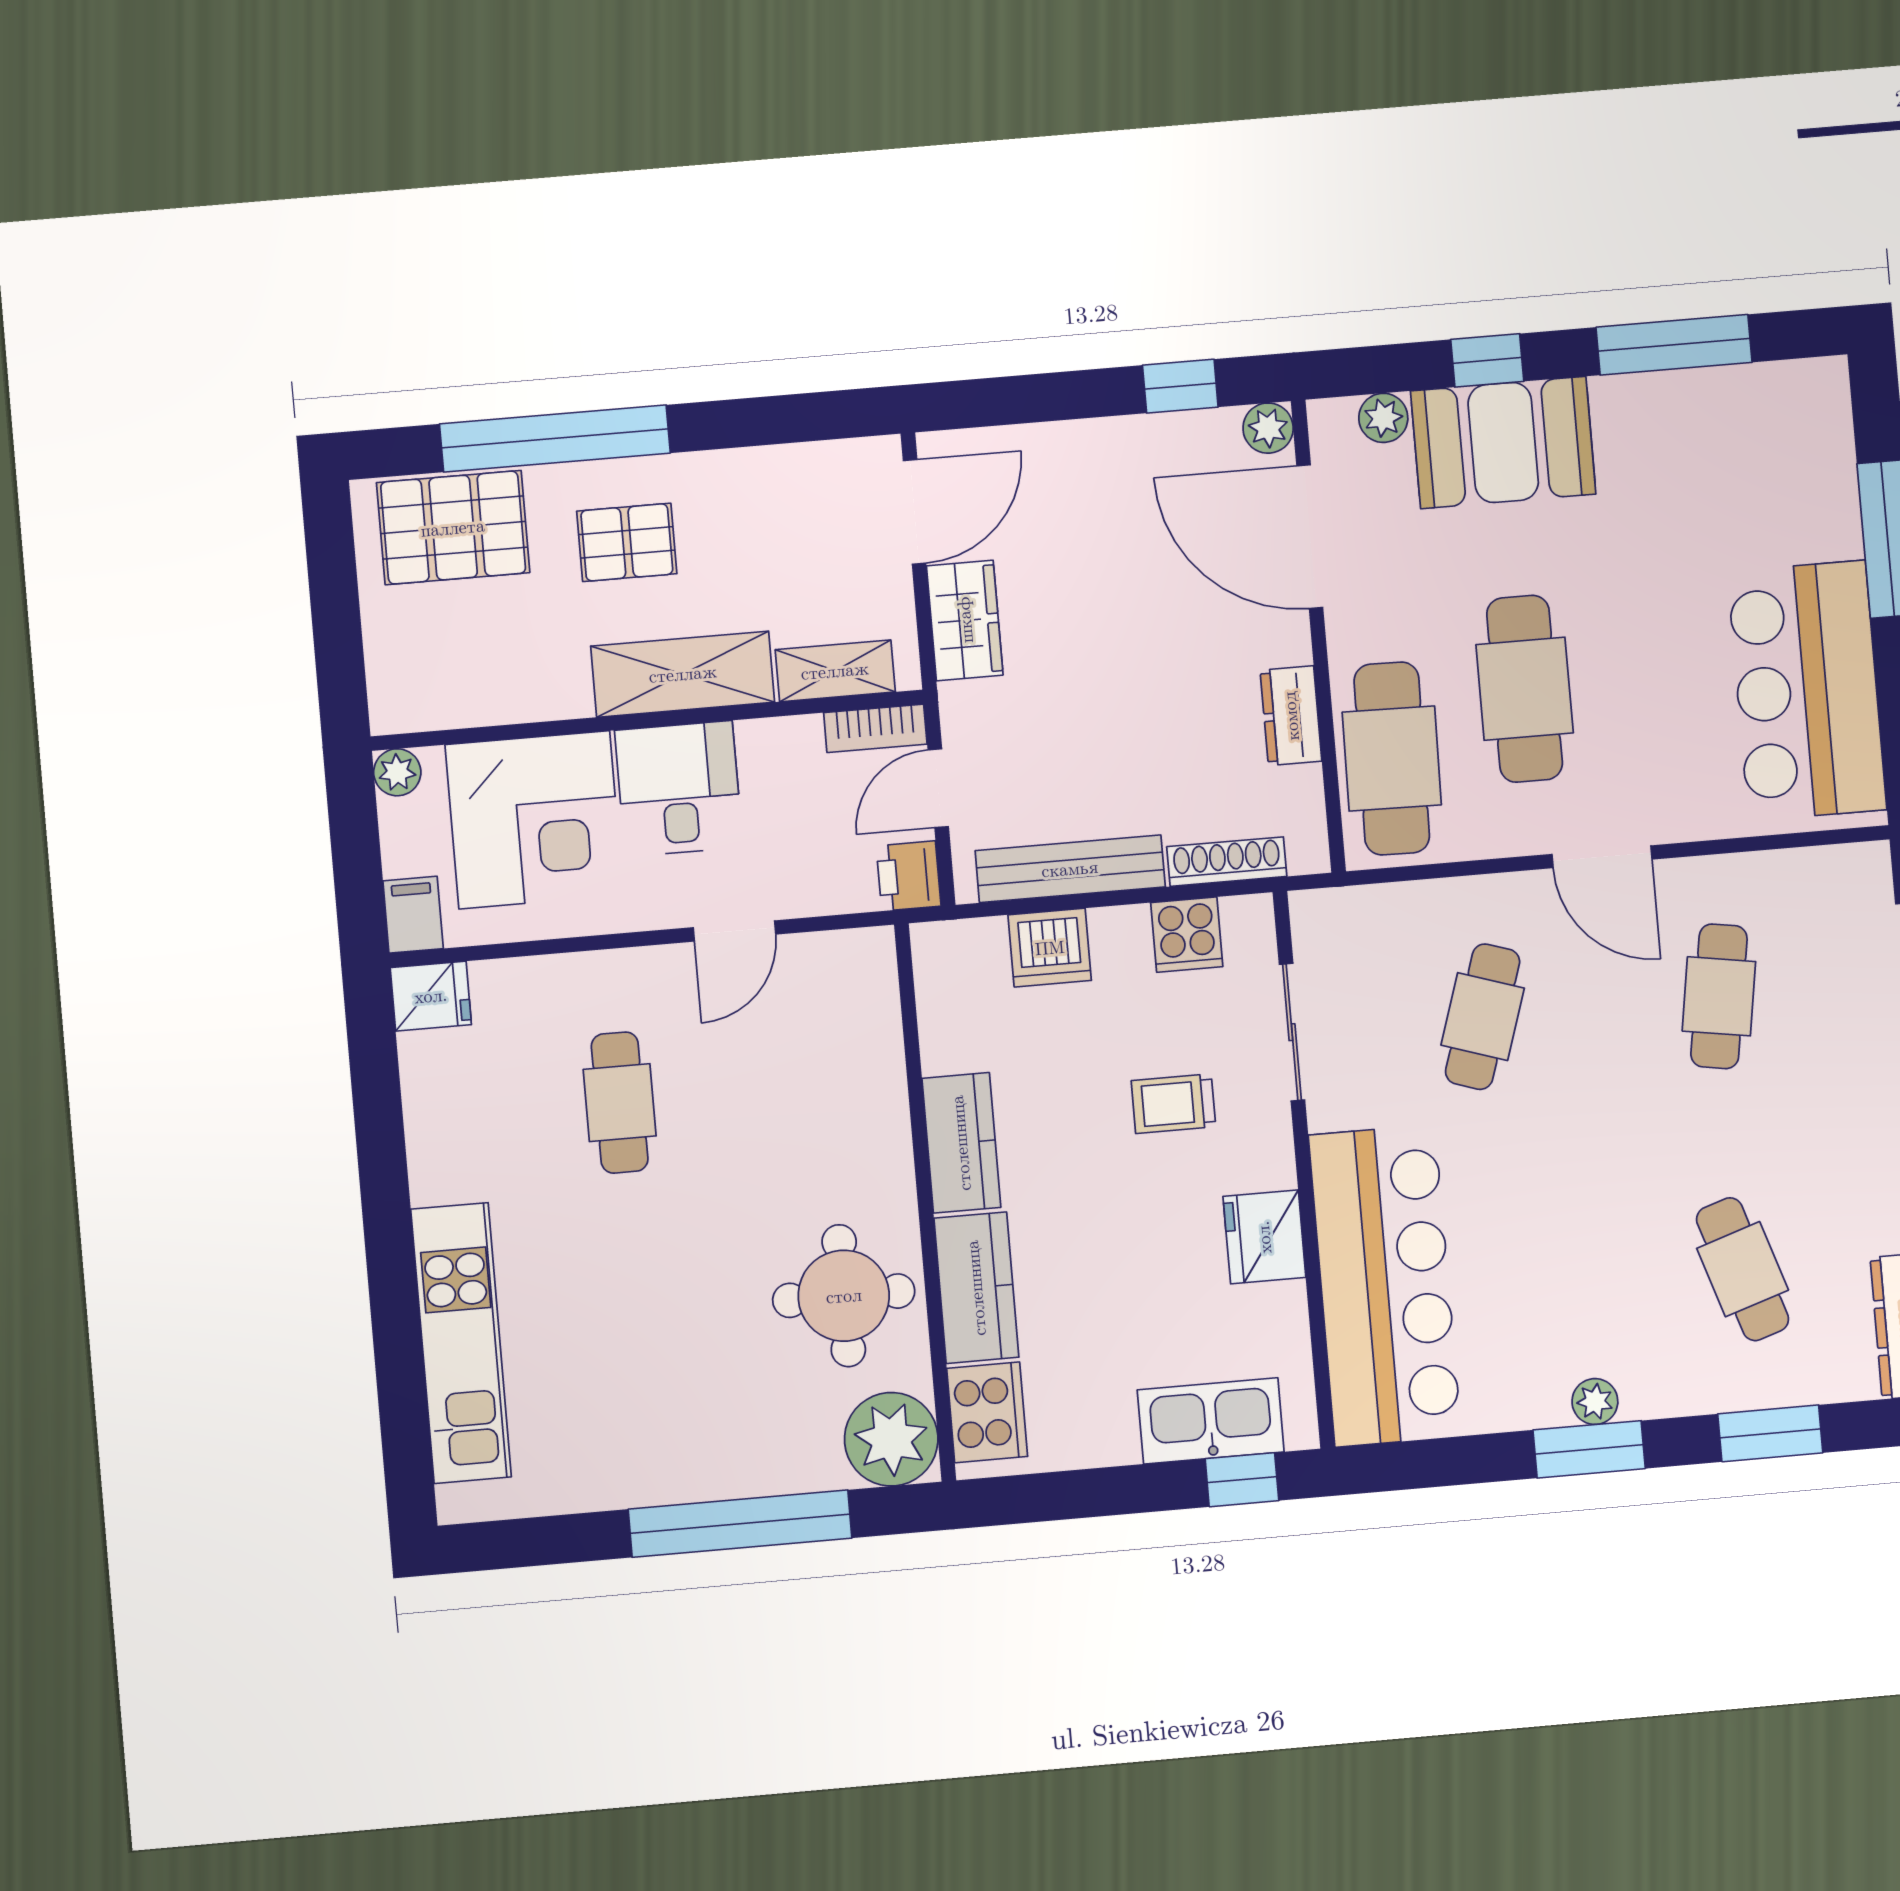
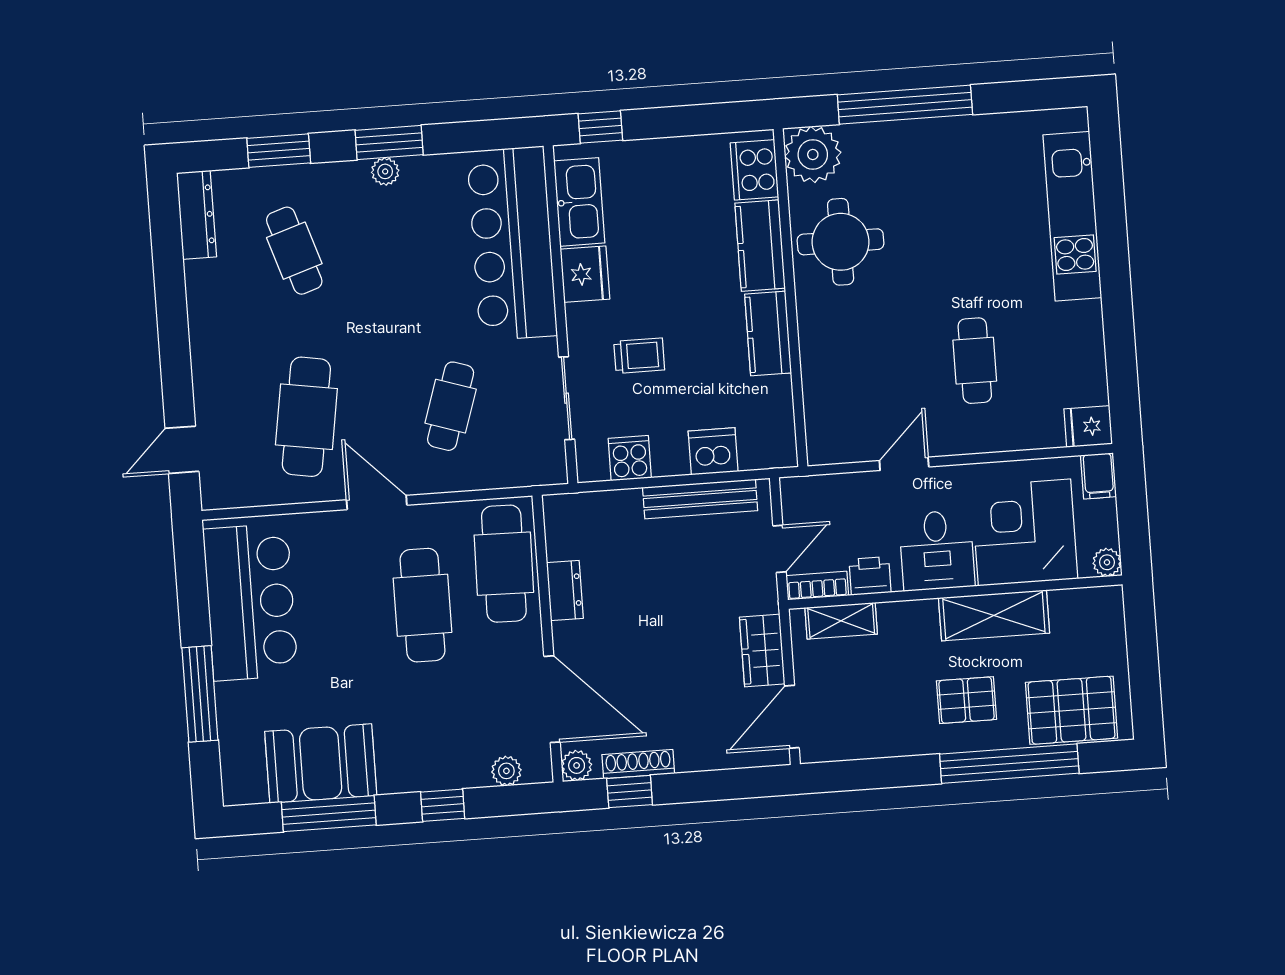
booth: (1503, 443) -> (321, 763), moved
shelving: (683, 674) -> (994, 615), moved
shoe rack: (1227, 862) -> (638, 764), moved, turned 180
printer: (909, 876) -> (870, 576), moved, turned -90
cafe table: (1719, 996) -> (306, 417), width x1.37, depth x1.35
kitchen sink: (1211, 1421) -> (579, 202), moved, turned -90

